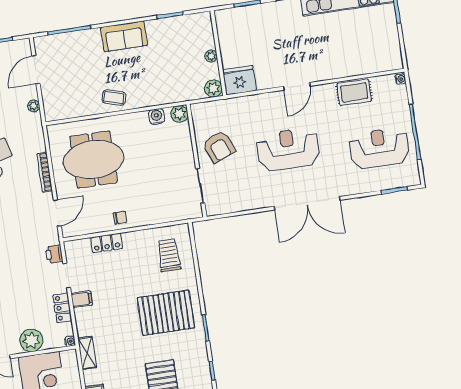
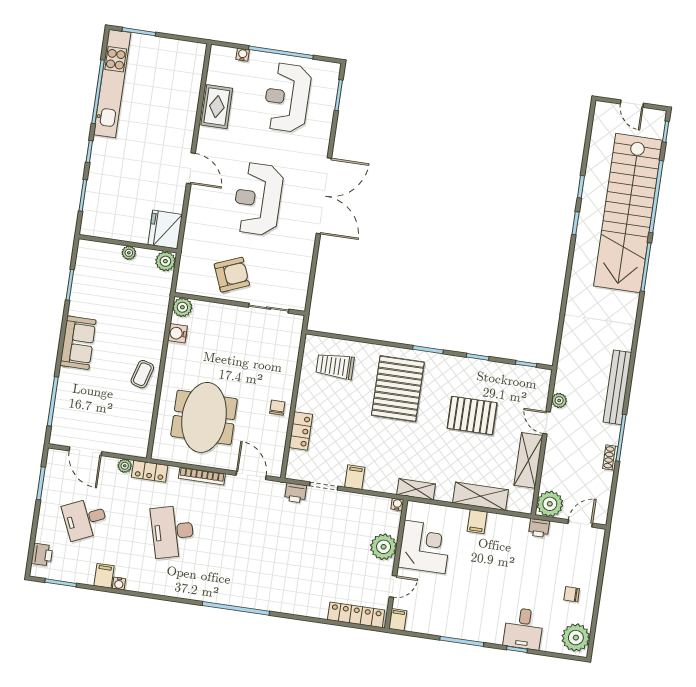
water cooler: (400, 79) -> (243, 55), moved
locker: (62, 308) -> (150, 471), moved

